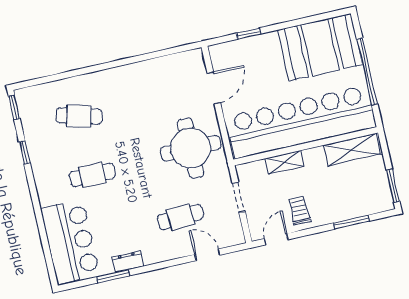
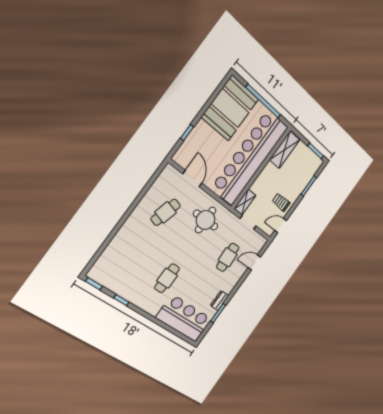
cafe table: (79, 116) -> (166, 212), moved
round table: (191, 148) -> (206, 220), width x0.73, depth x0.73
shelving: (284, 162) -> (245, 202), moved
door: (276, 239) -> (280, 226), hinge flipped

